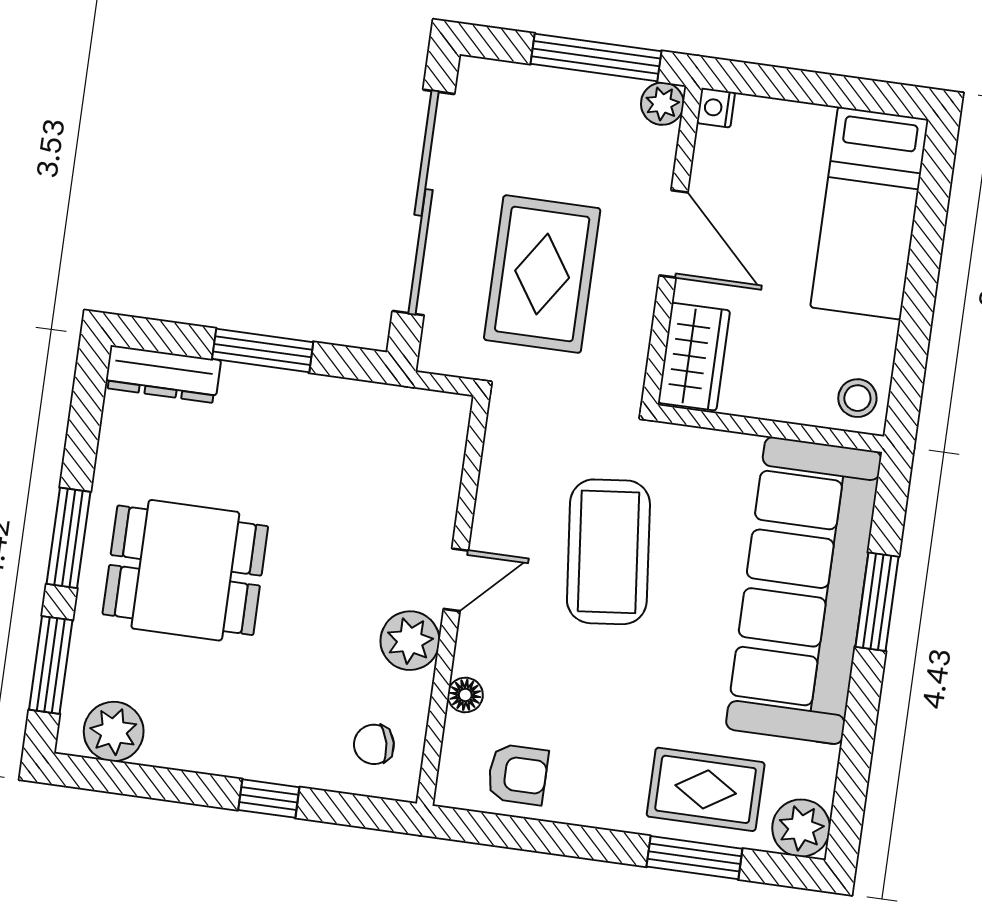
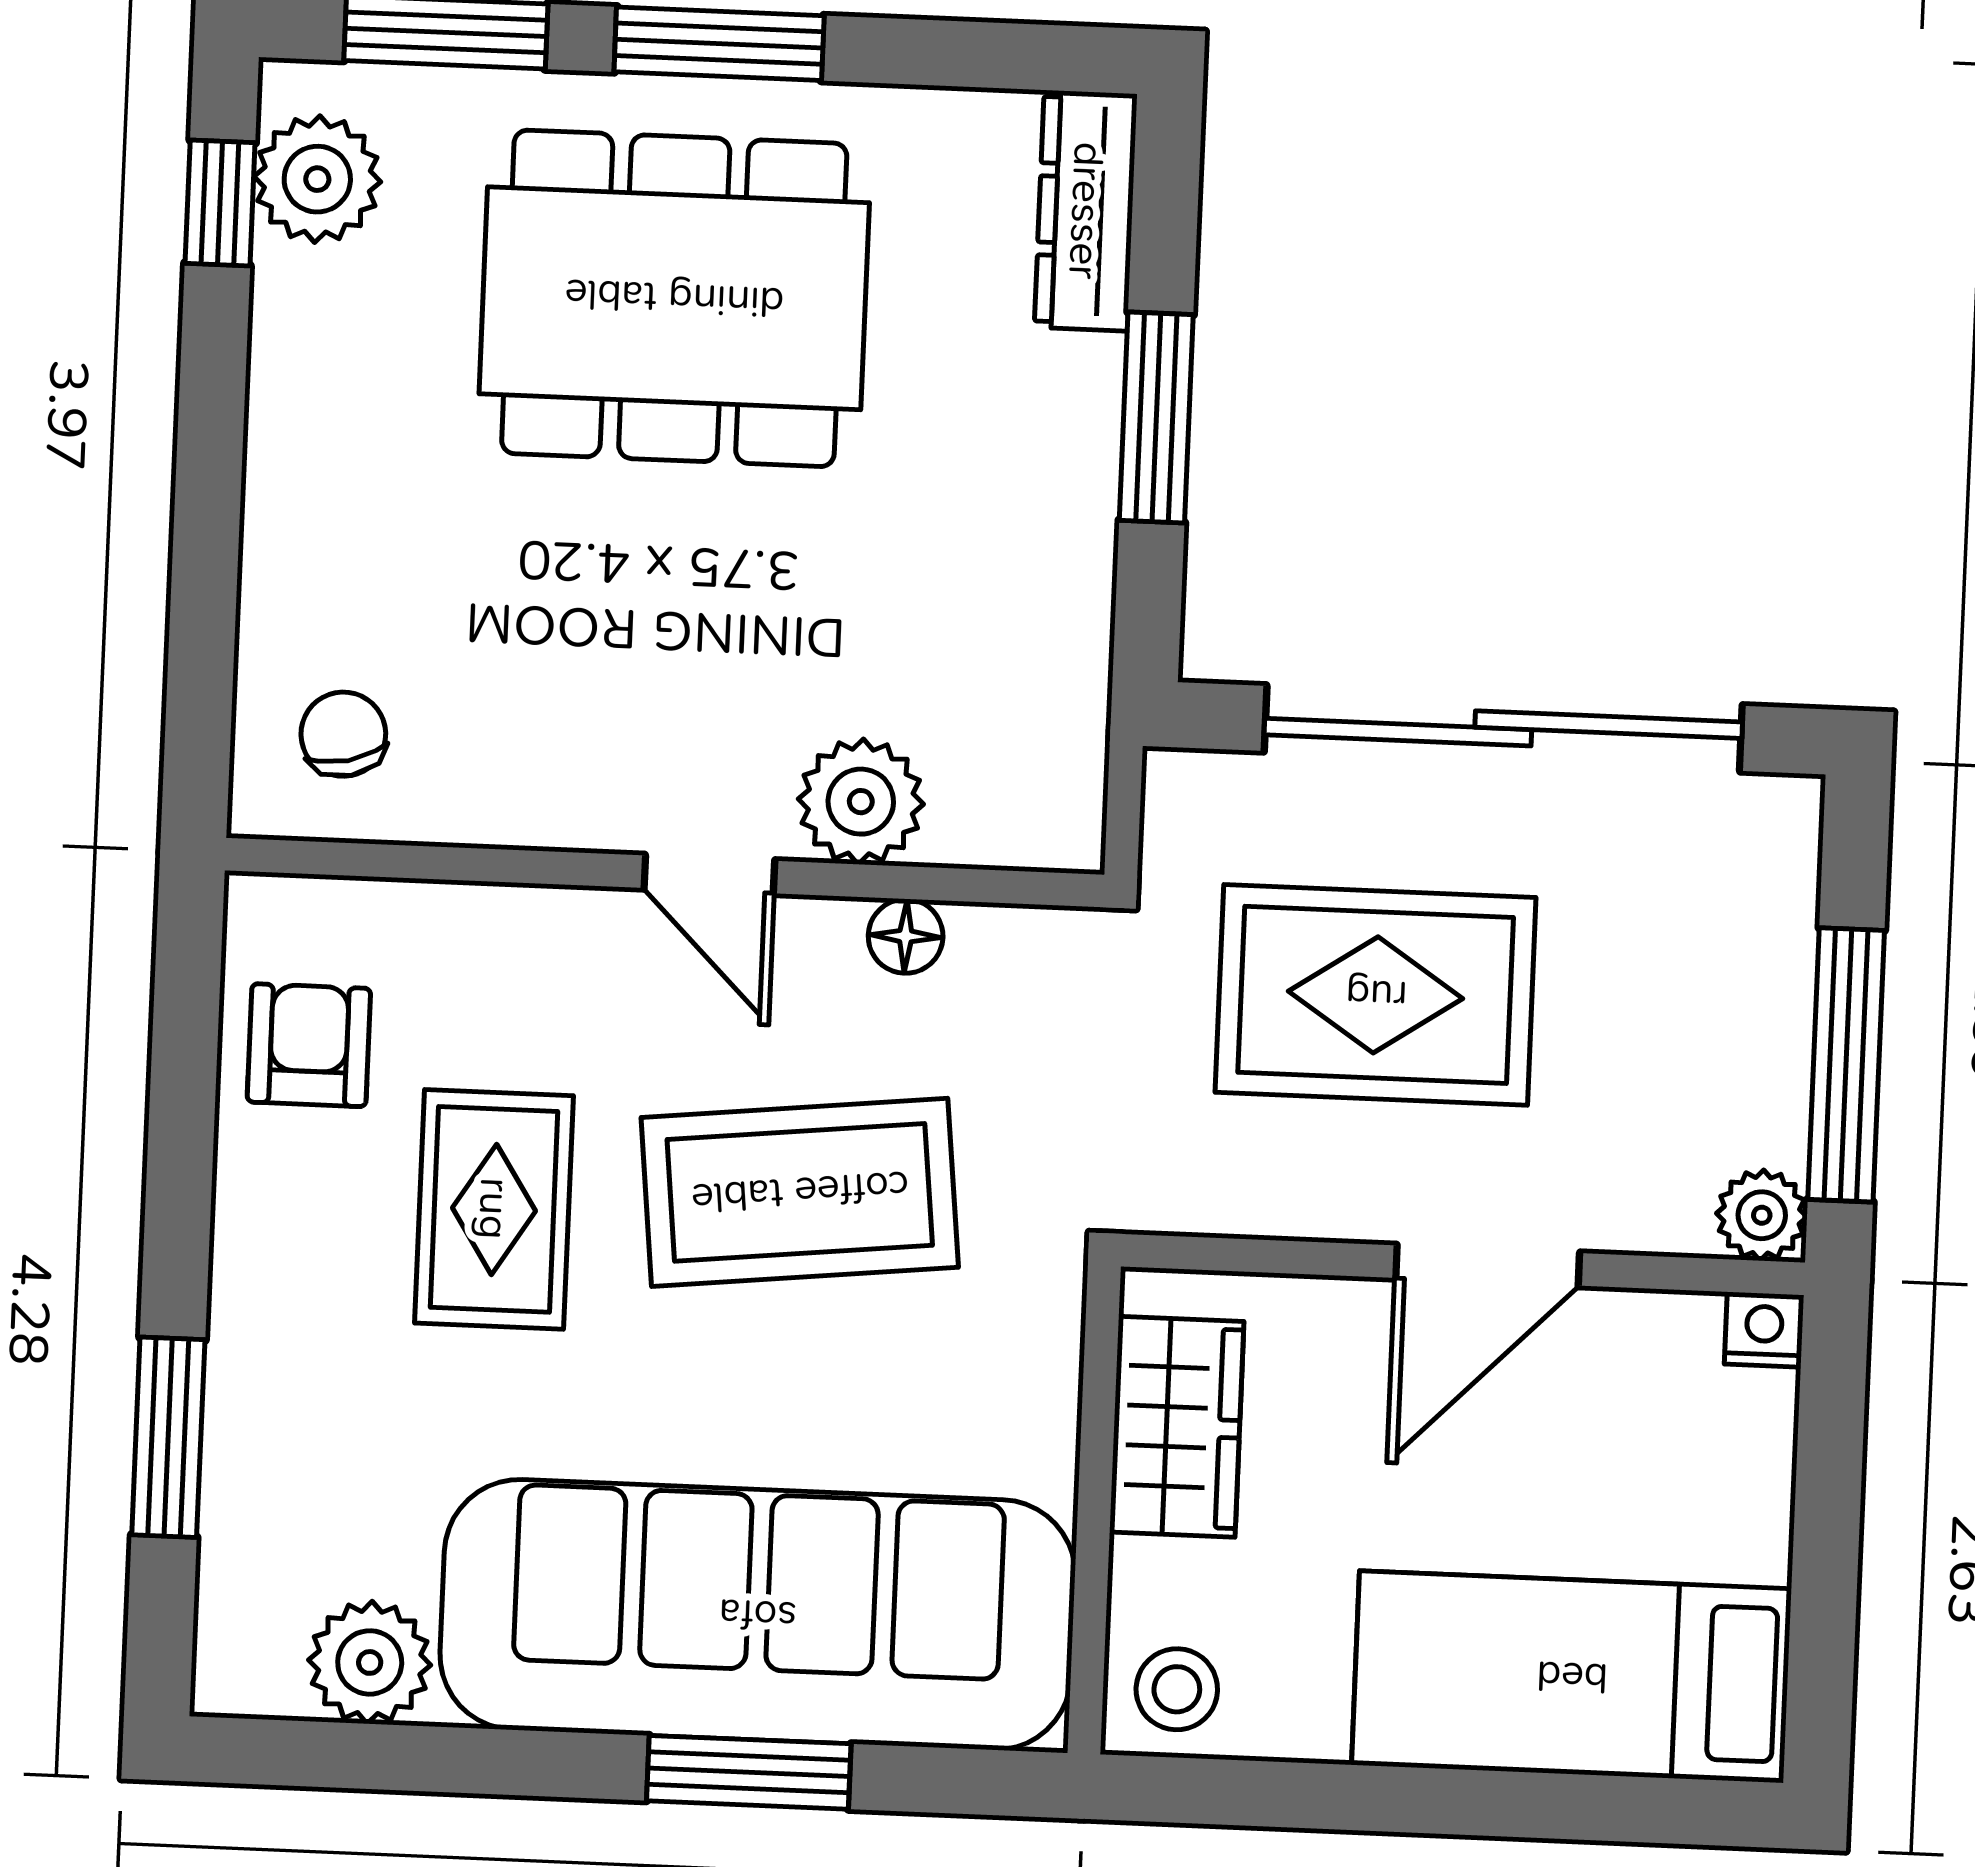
wardrobe: (694, 357) -> (1177, 1427), moved, turned -90
dining table: (185, 570) -> (674, 298), width x1.37
plant: (410, 641) -> (861, 802), moved
floor lamp: (465, 695) -> (906, 936), moved
armchair: (518, 774) -> (309, 1045), turned 180
rug: (706, 789) -> (494, 1209), moved
window: (269, 799) -> (220, 203), moved
plant: (801, 828) -> (370, 1662), moved

